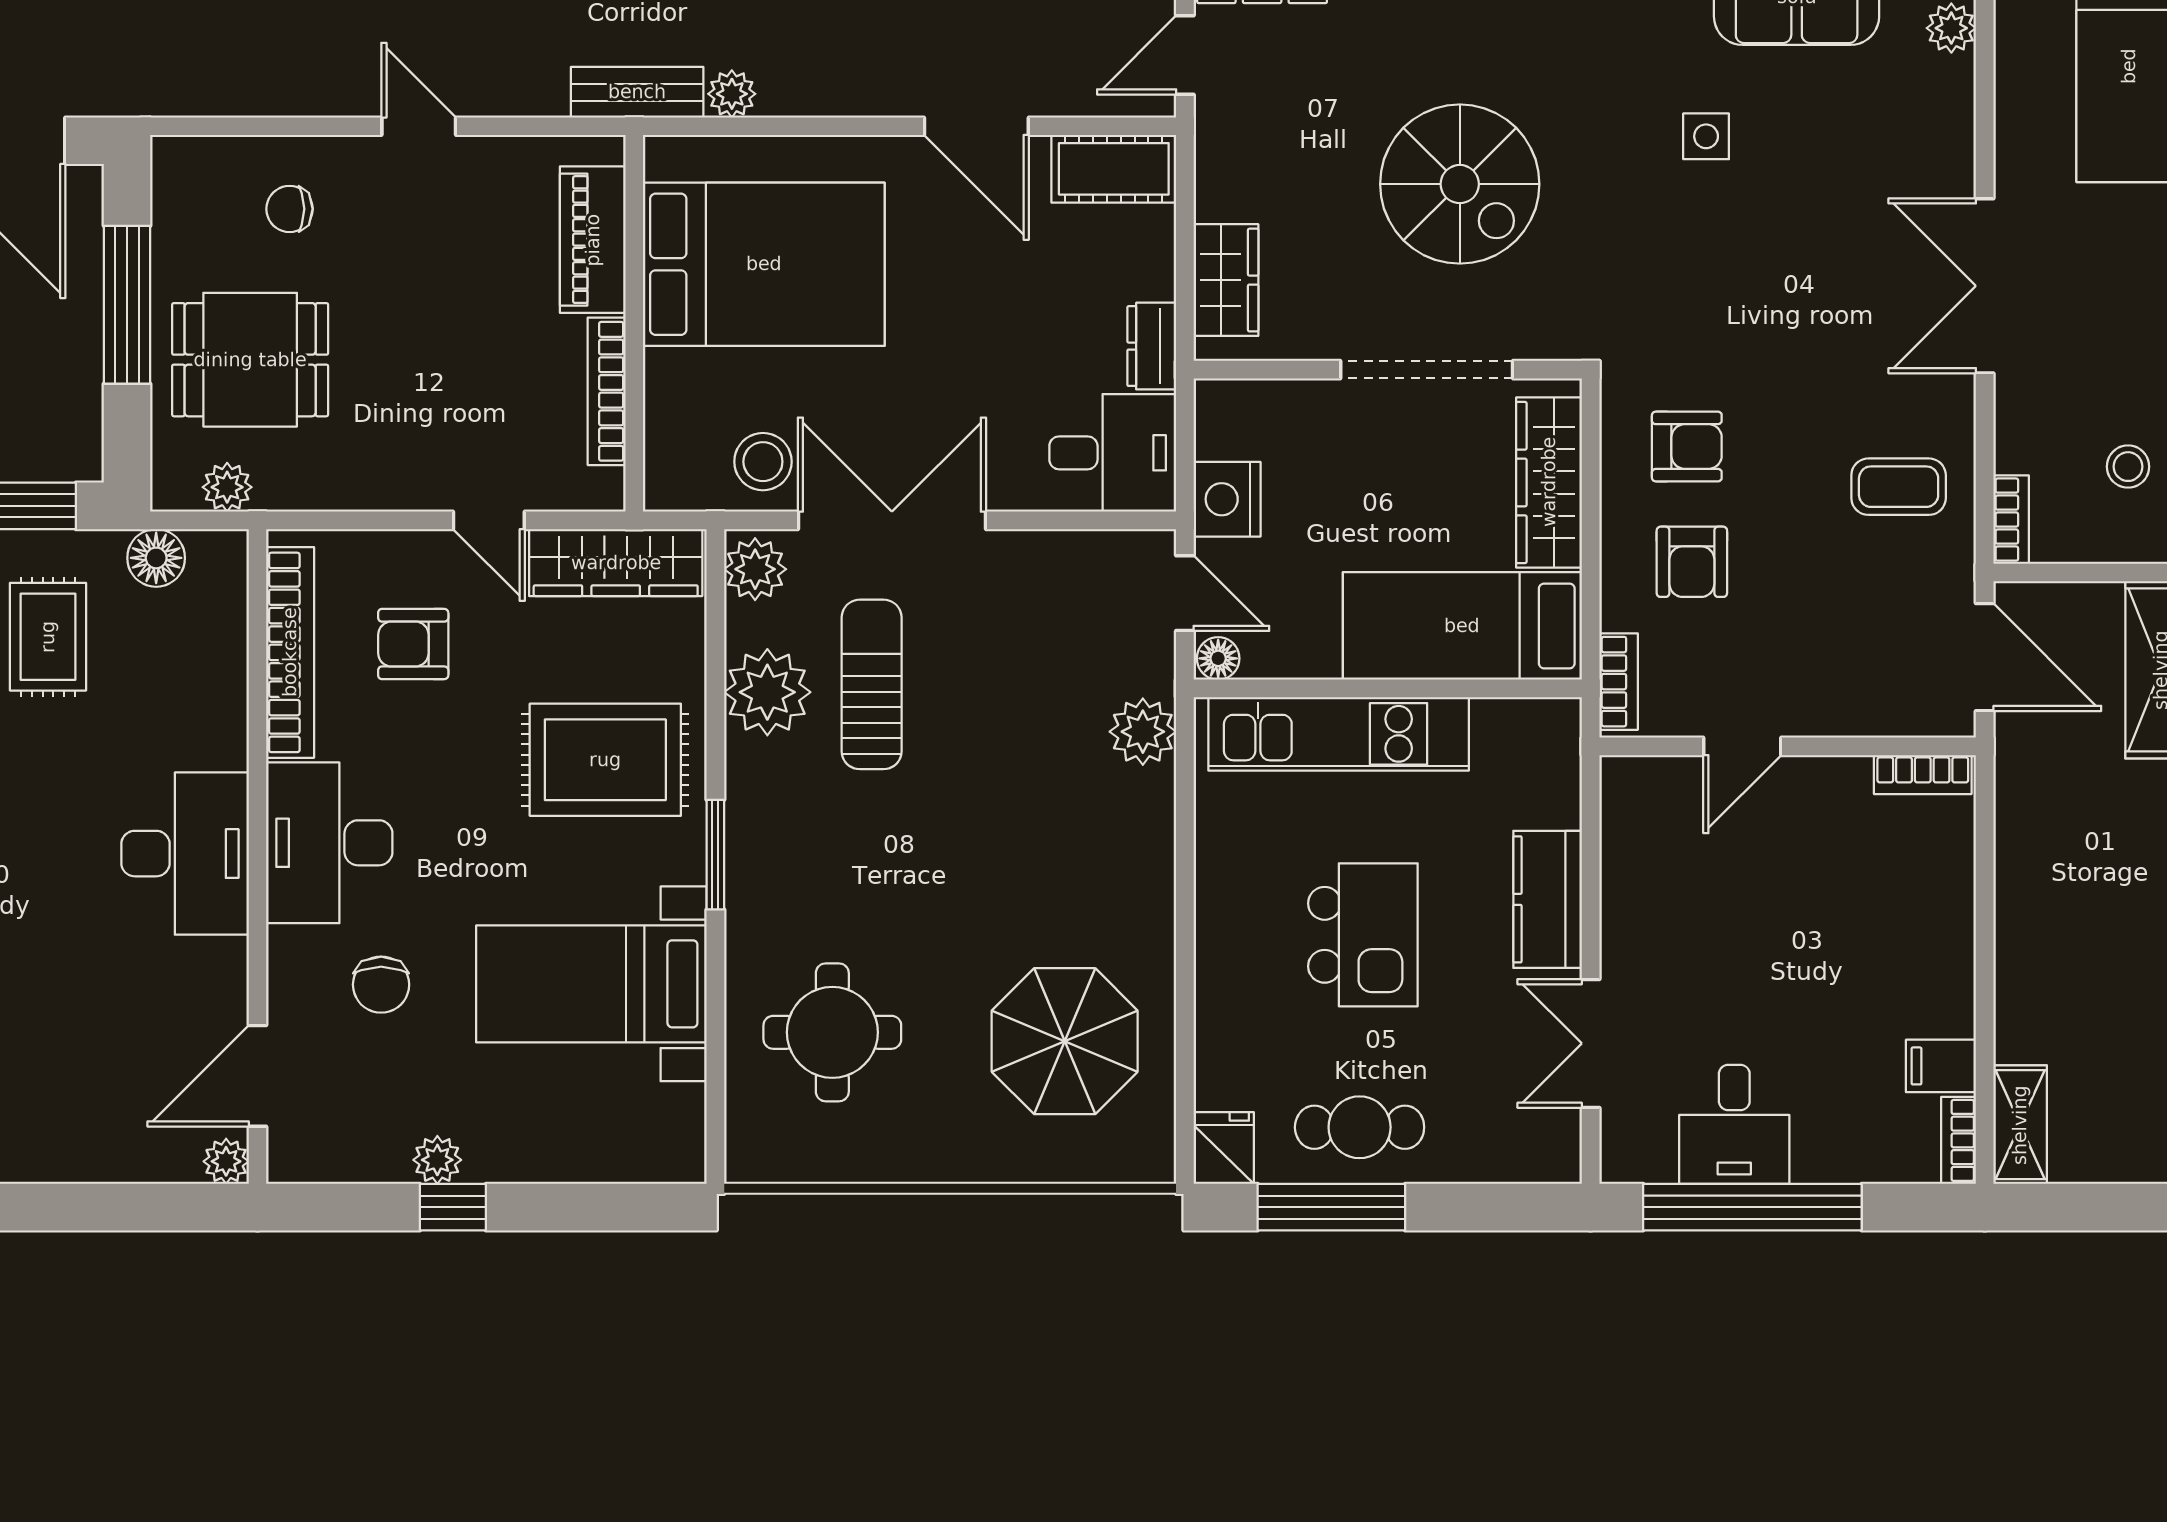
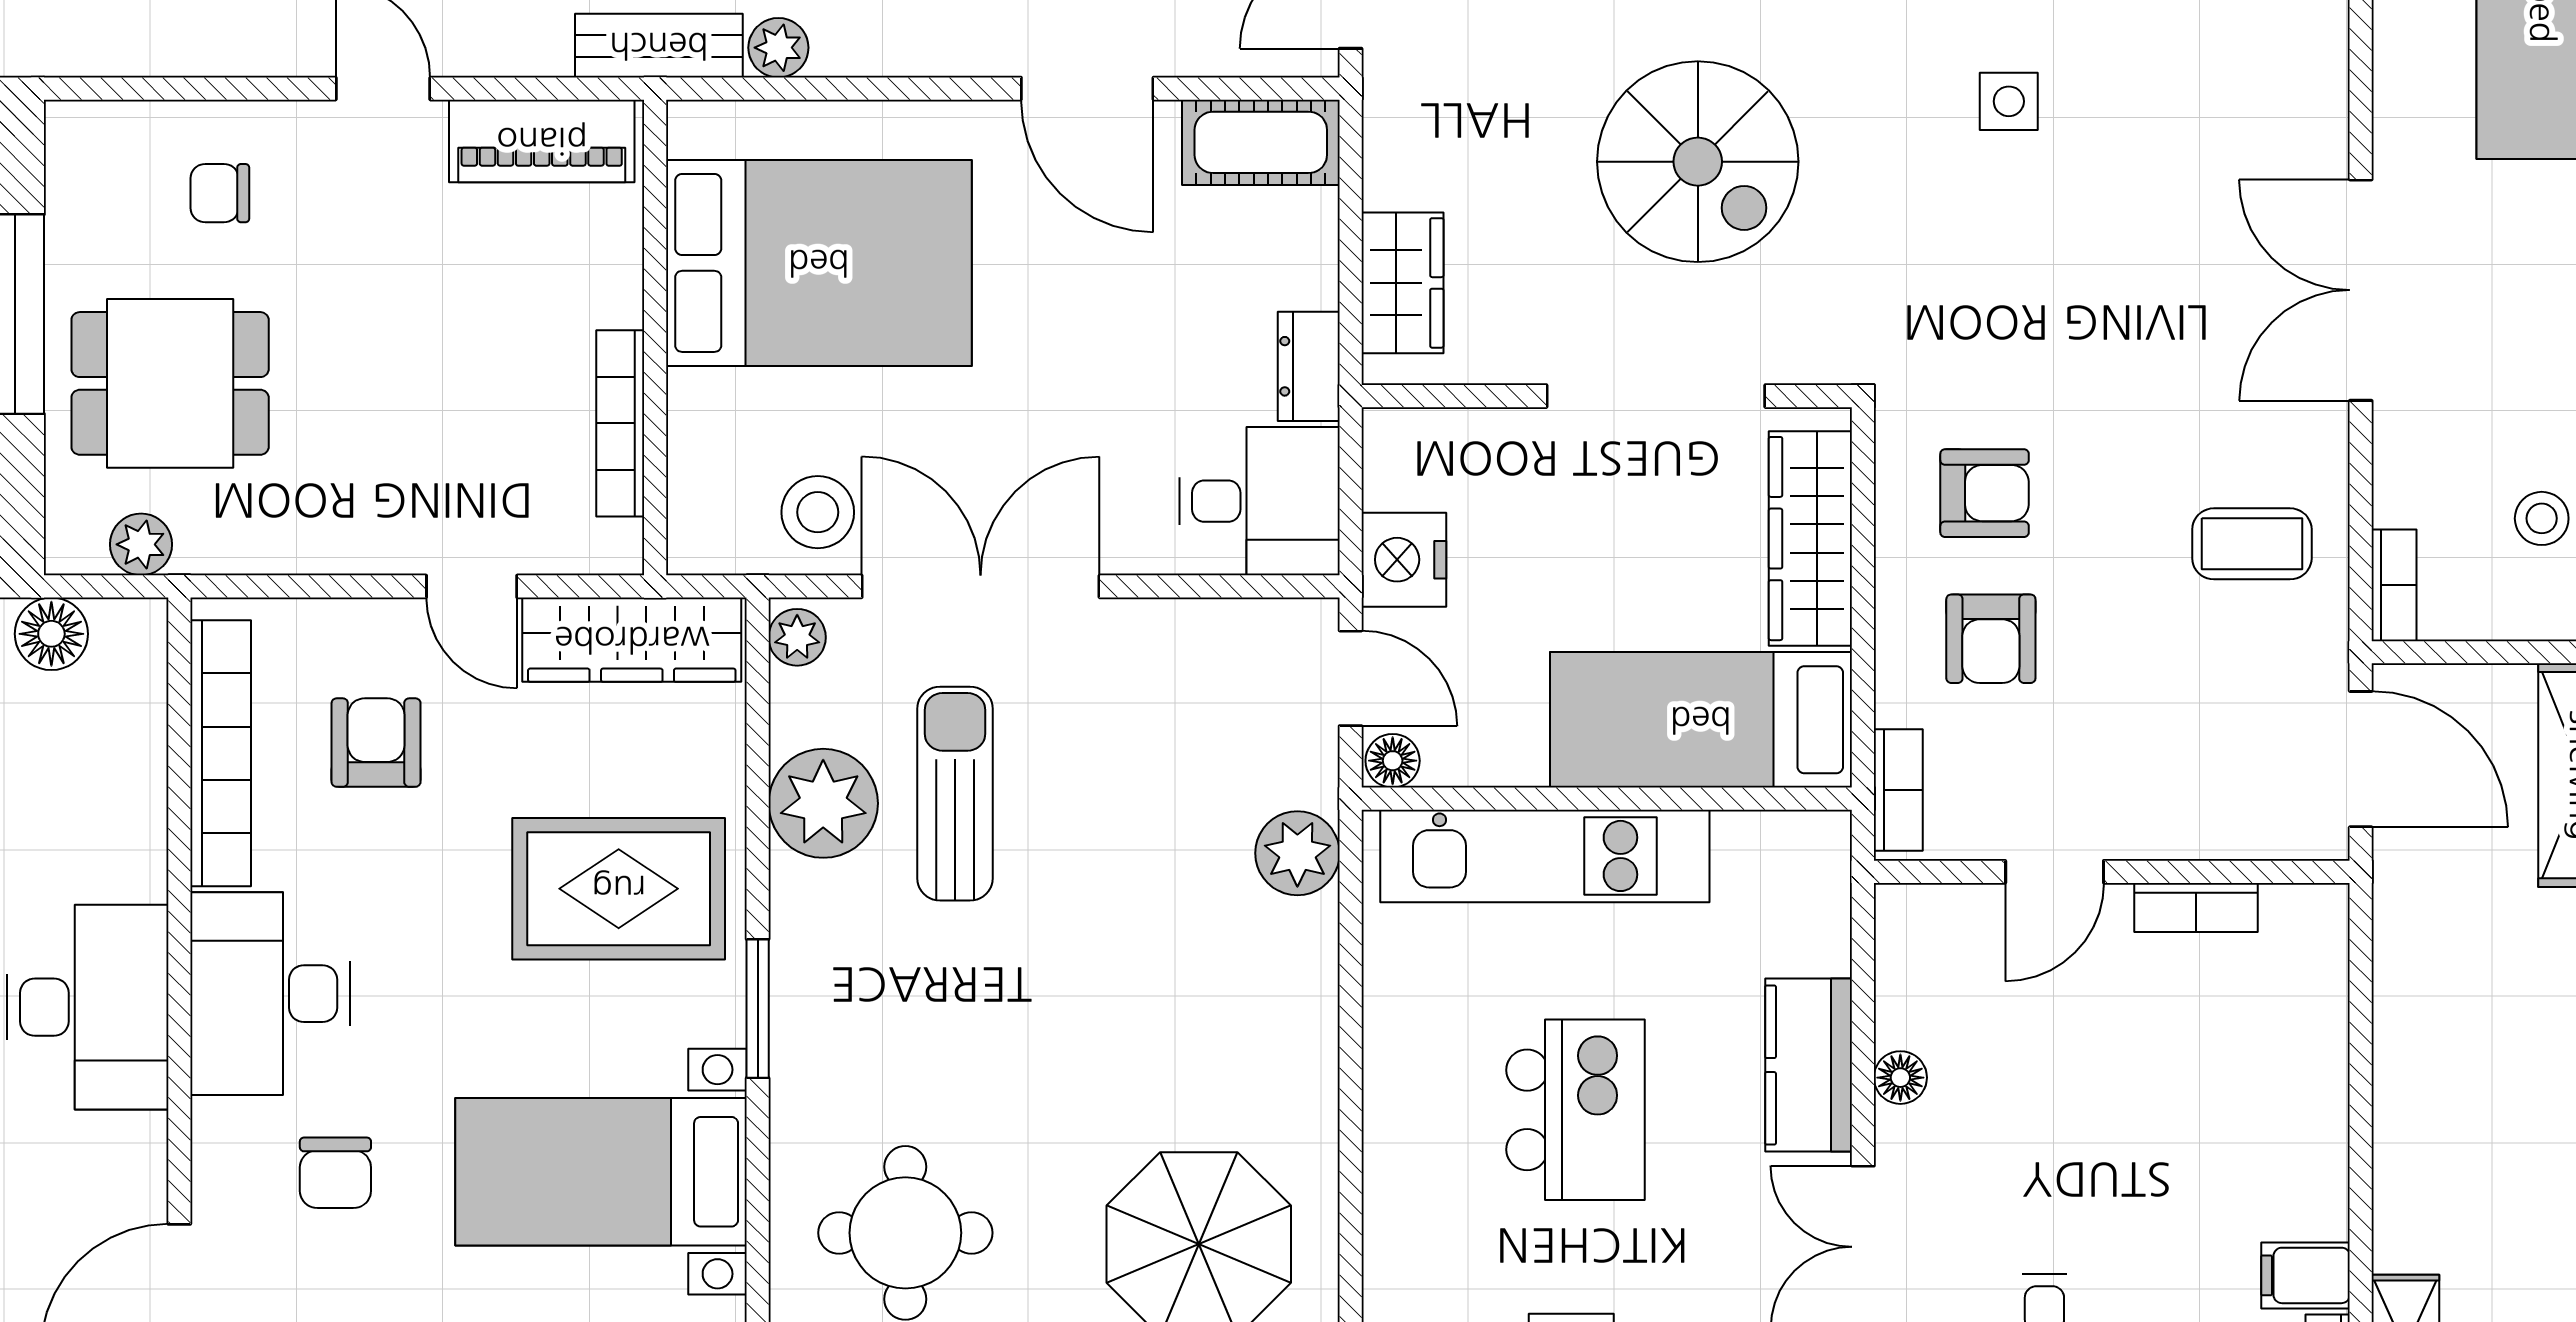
piano: (593, 240) -> (542, 141), moved, turned -90
plant: (755, 569) -> (797, 637), width x0.73, depth x0.73
armchair: (413, 644) -> (376, 743), turned 90
bookcase: (1923, 775) -> (2196, 907), moved
floor lamp: (1620, 909) -> (1900, 1078), added

